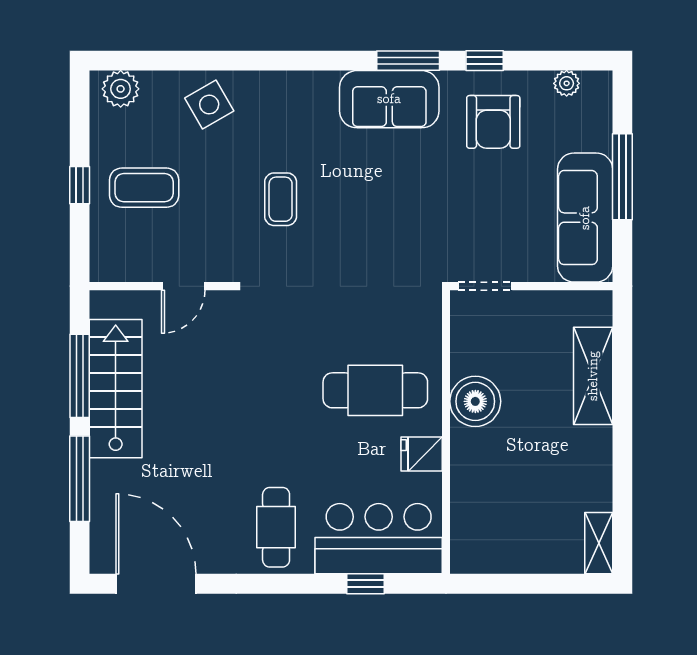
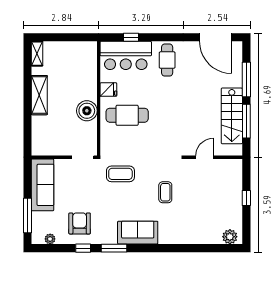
sofa: (389, 99) -> (138, 233), moved
side table: (209, 105) -> (194, 230), removed
window: (622, 177) -> (28, 215), moved
coffee table: (144, 188) -> (120, 174), moved
shelving: (593, 376) -> (39, 95), moved

